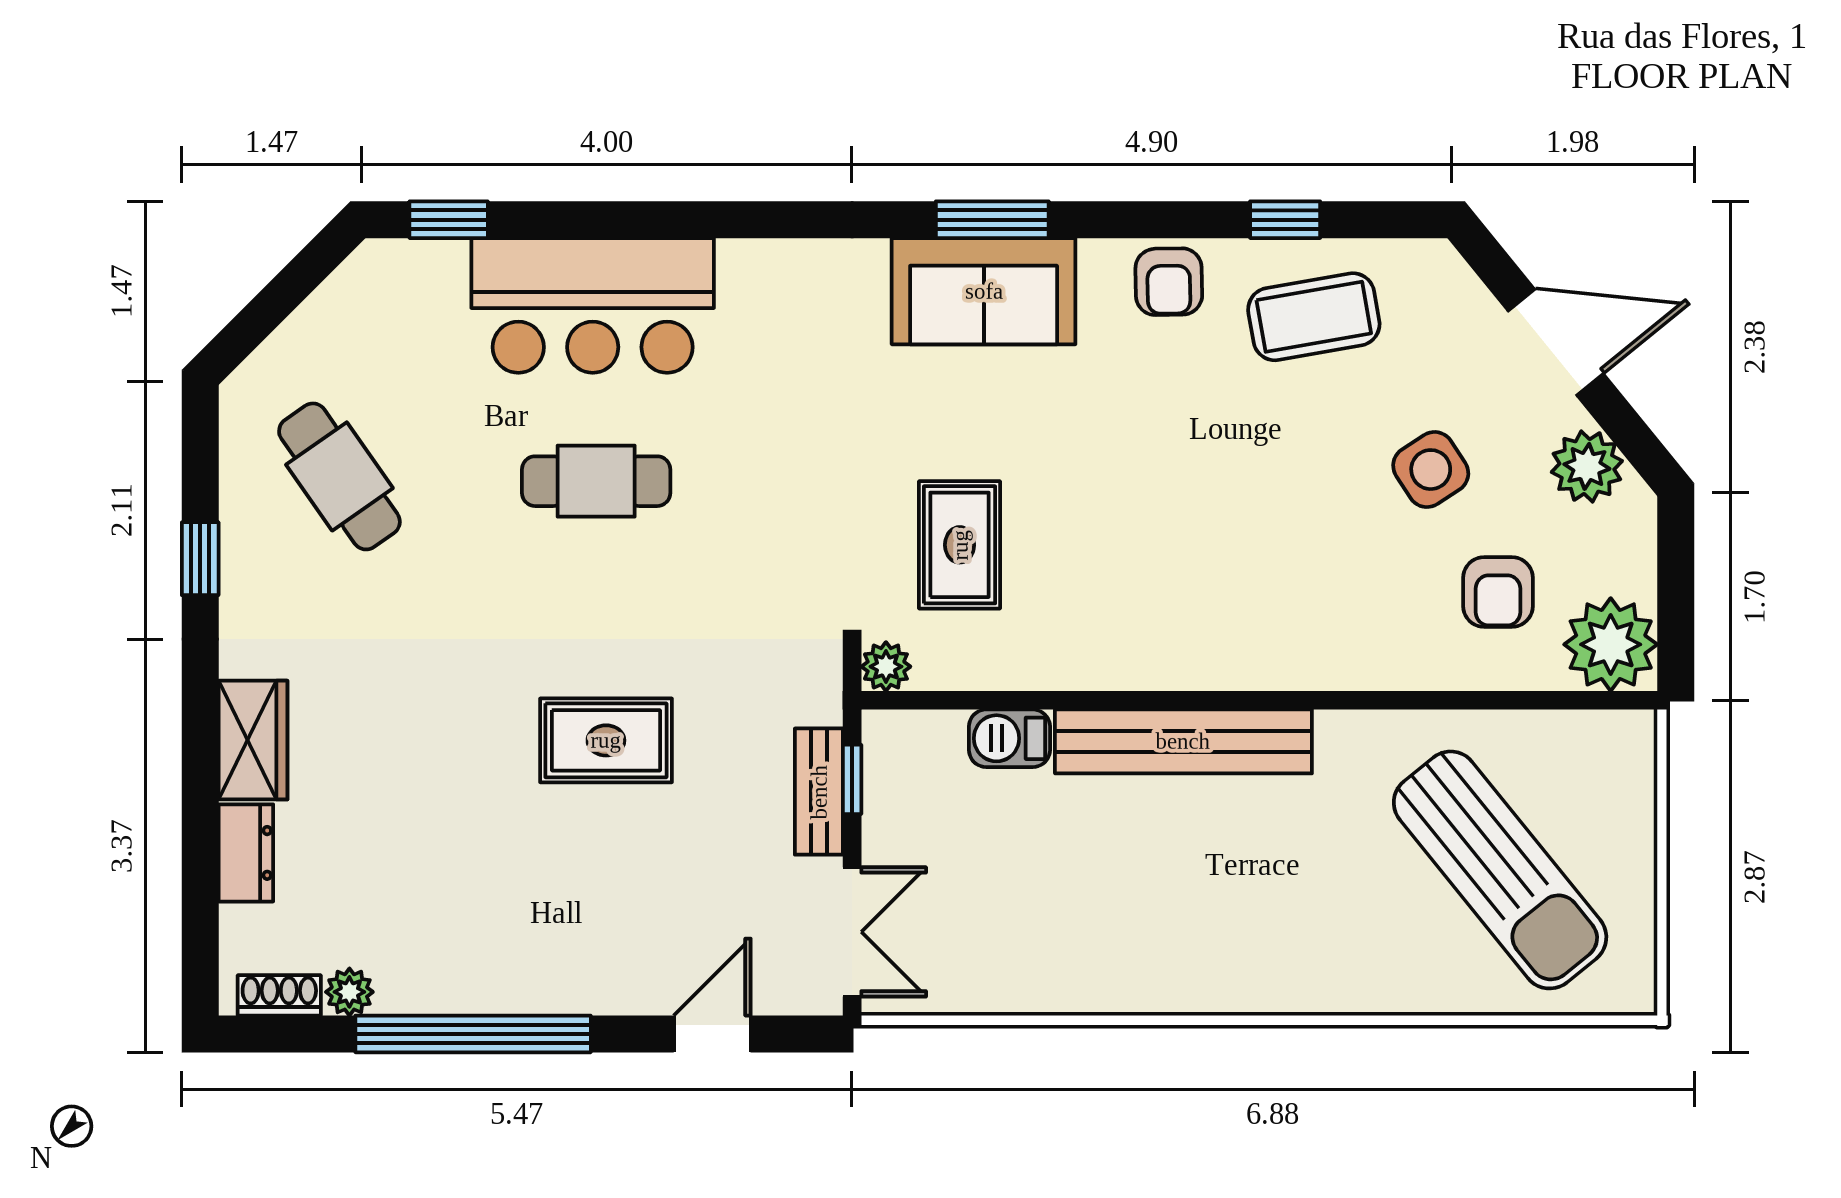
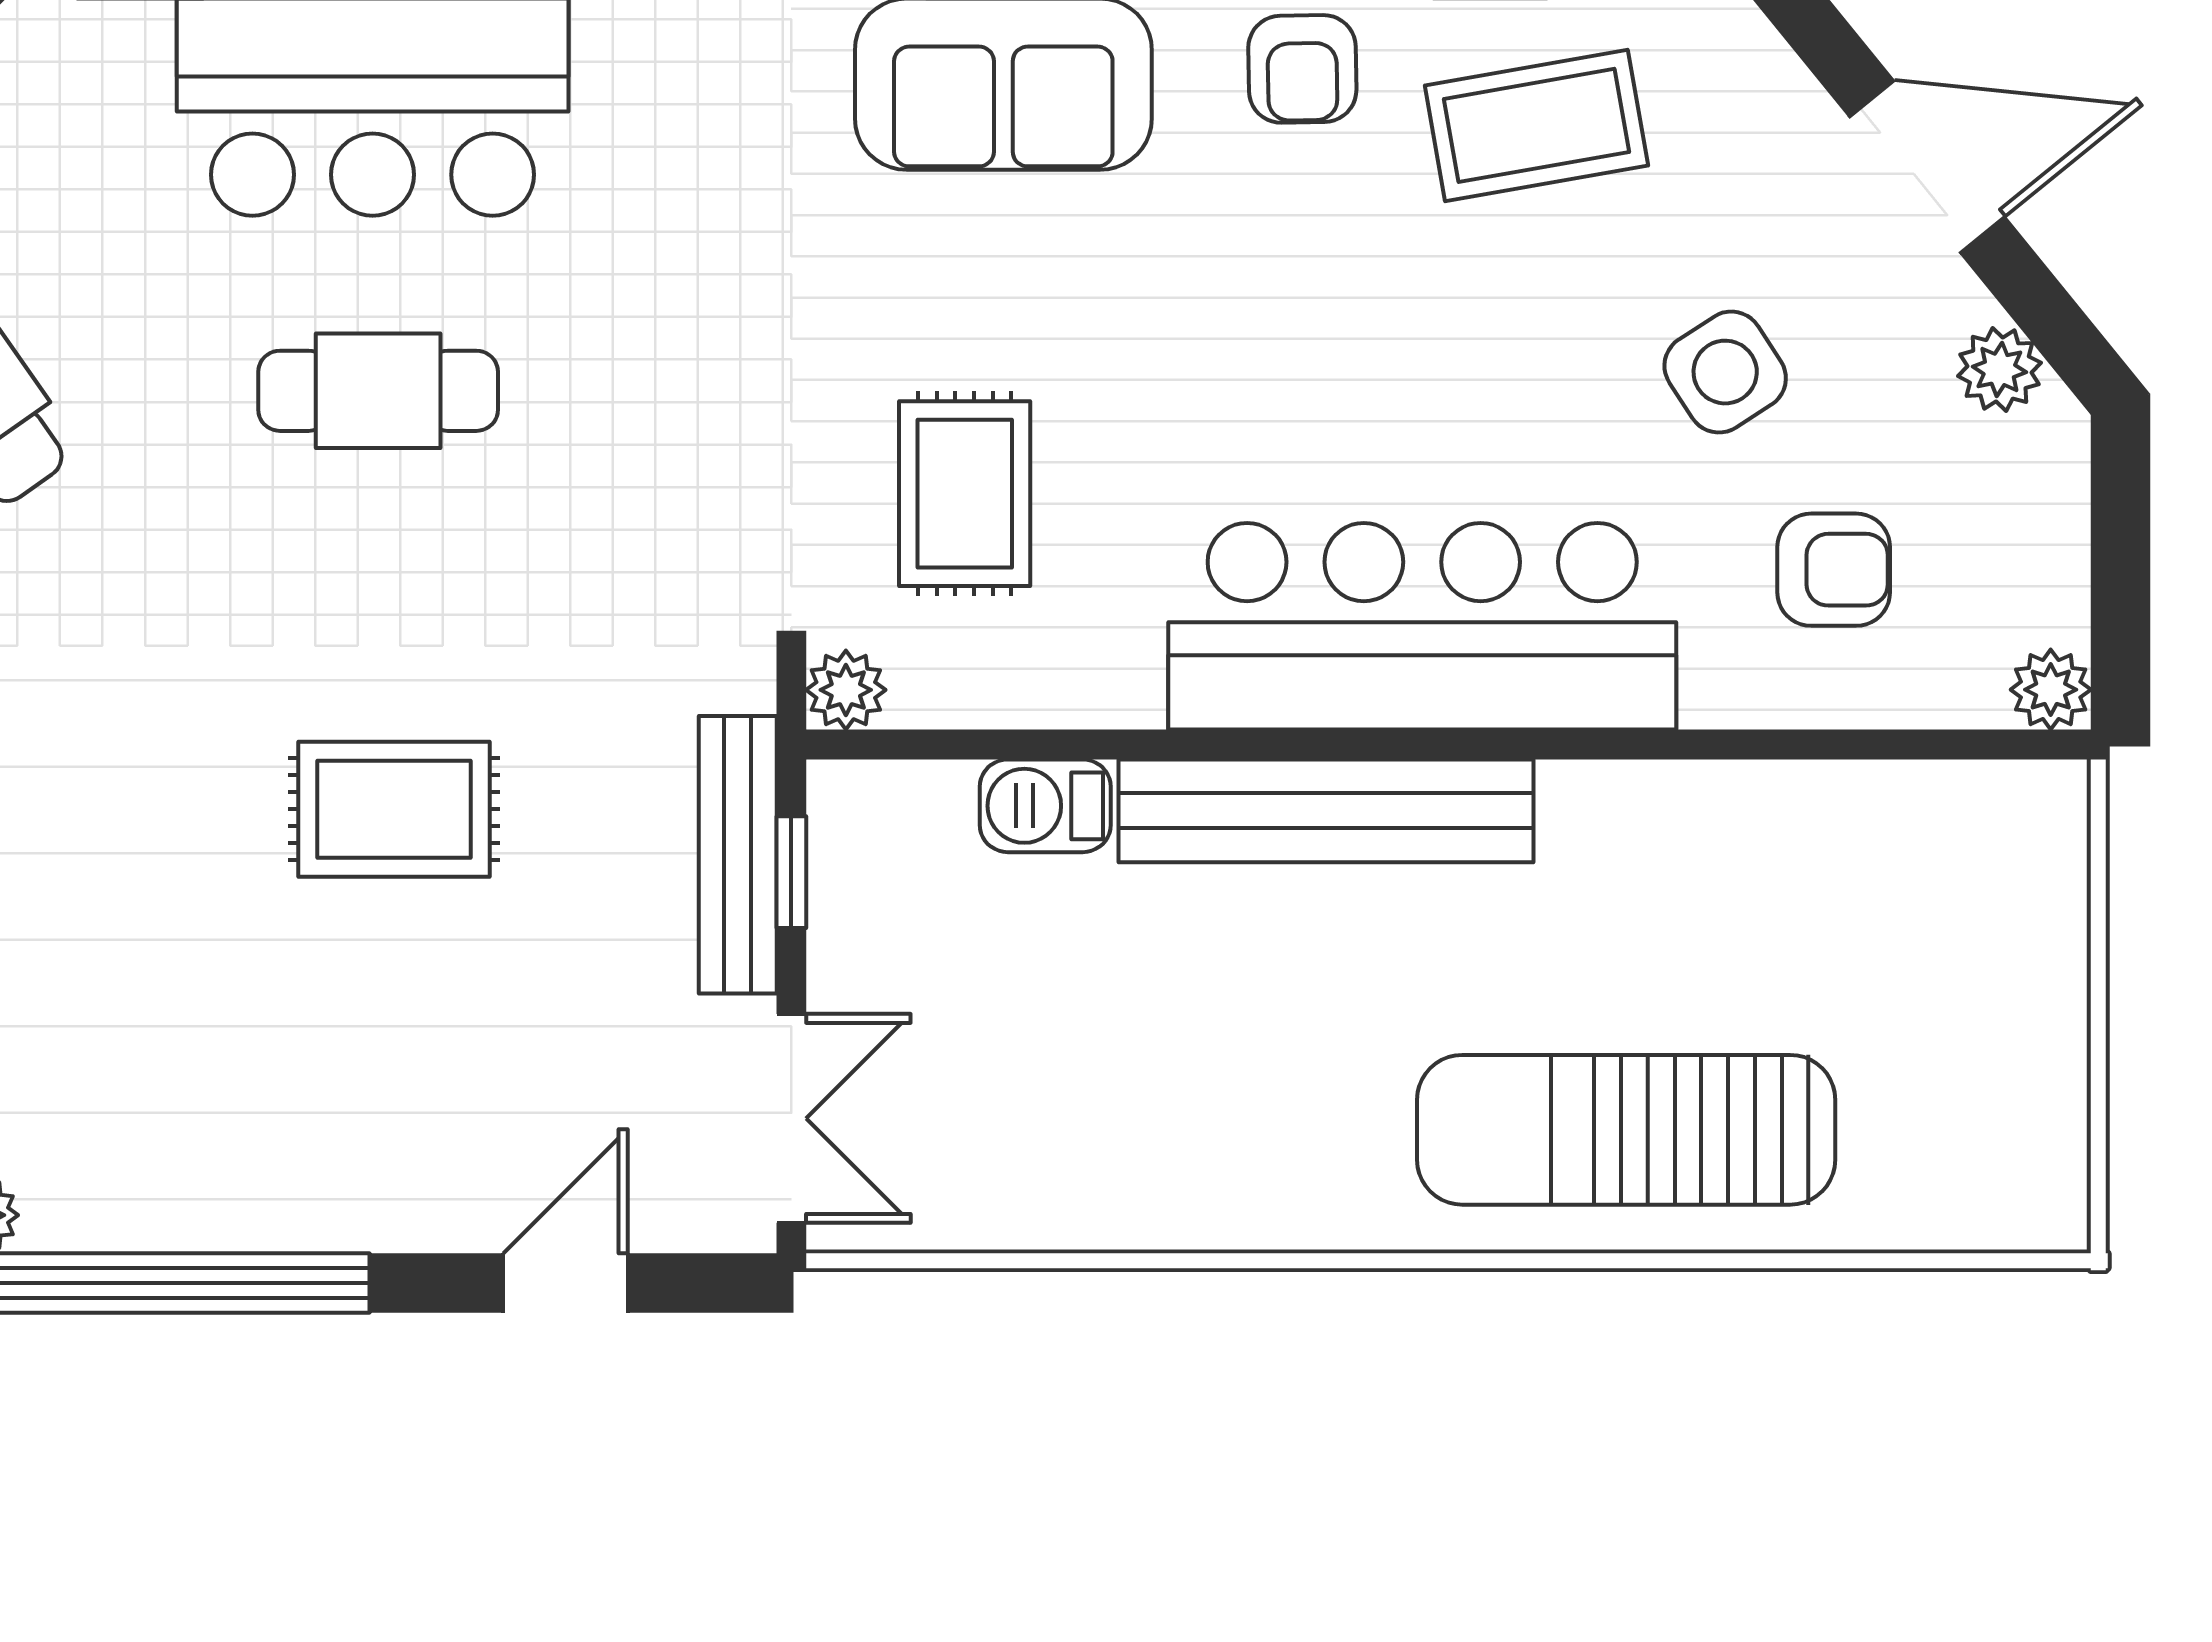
plant: (1587, 466) -> (1999, 369), width x0.73, depth x0.73
armchair: (1498, 592) -> (1834, 570), turned -90
bar counter: (1243, 627) -> (1422, 626), added
plant: (1611, 644) -> (2051, 690), width x0.53, depth x0.53
bench: (819, 792) -> (738, 855), width x1.36
sun lounger: (1500, 870) -> (1626, 1130), moved, turned 129

